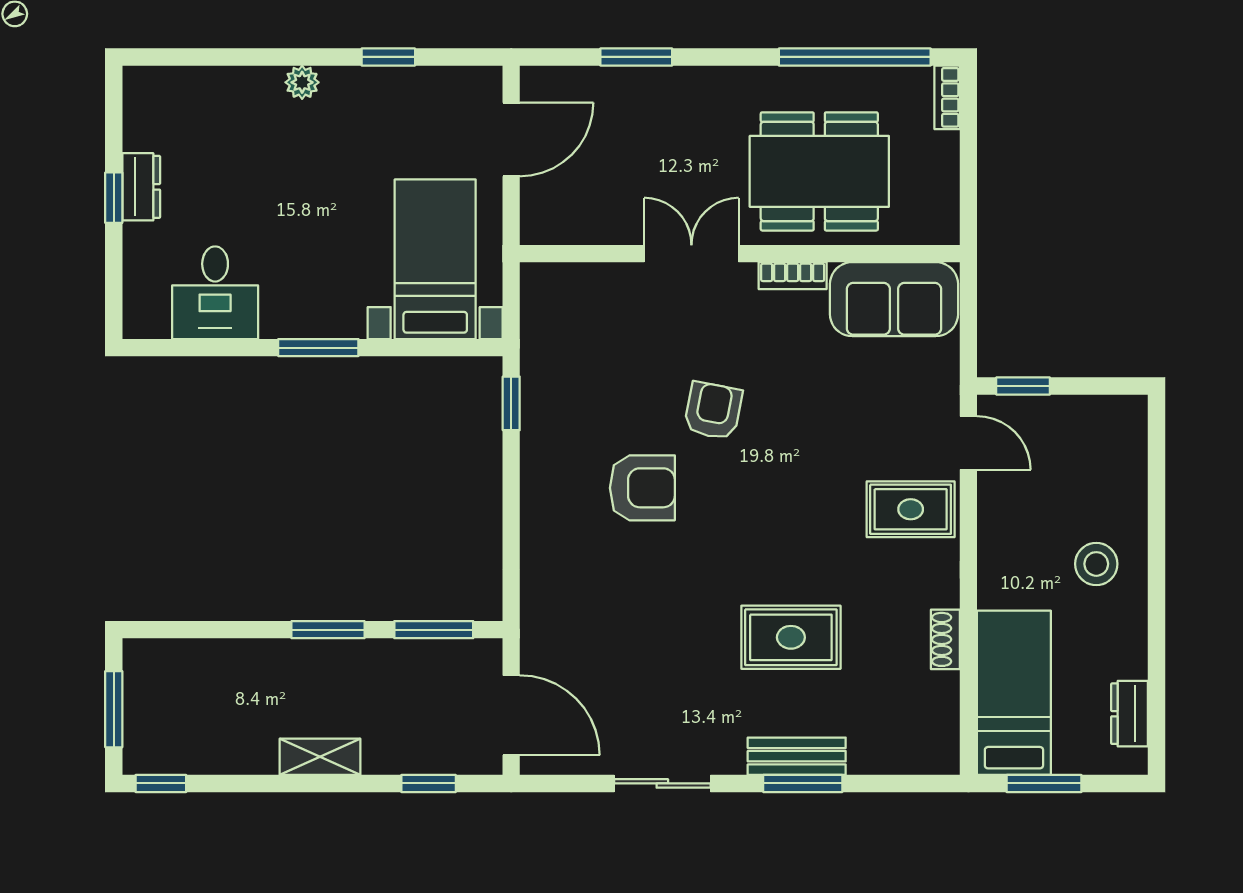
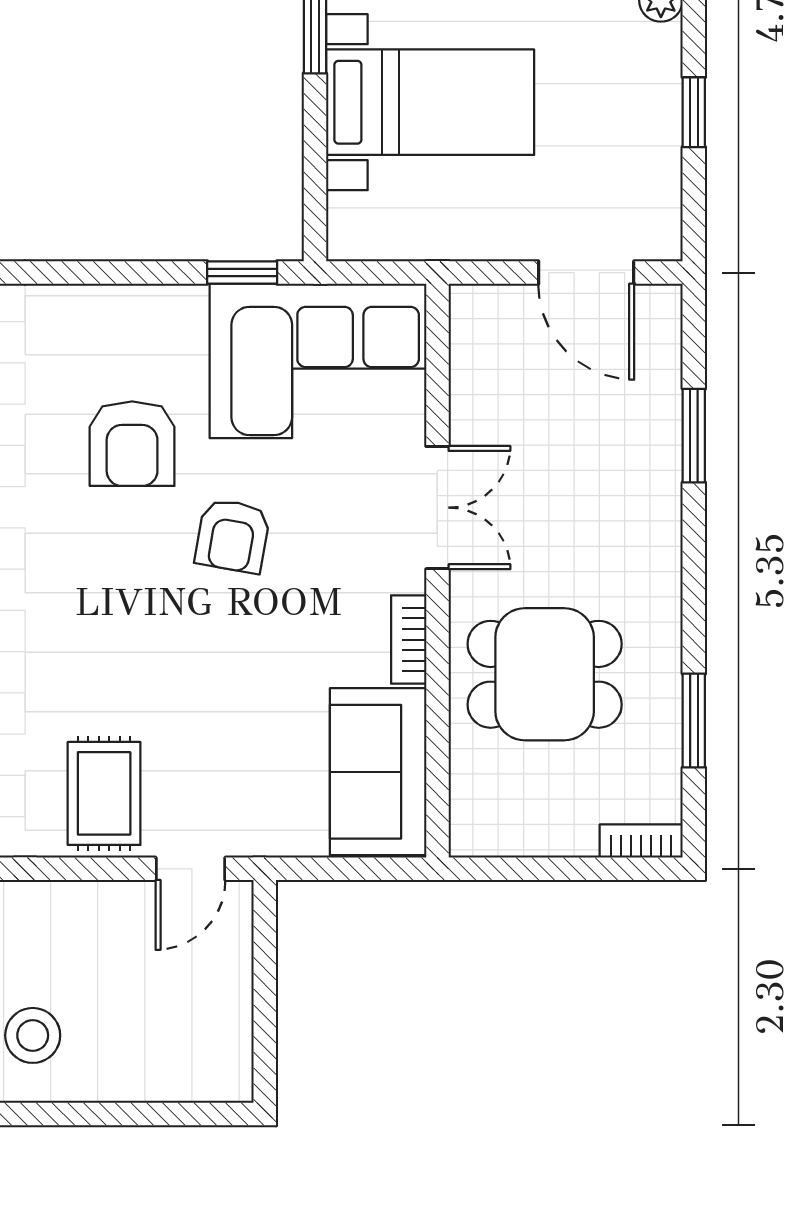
window: (855, 57) -> (694, 721), width x0.47
dining table: (819, 171) -> (545, 674), width x0.73
bed with nightstands: (435, 259) -> (430, 102), moved
corner sofa: (579, 345) -> (318, 361), added
window: (1023, 386) -> (265, 940), removed
armchair: (713, 411) -> (233, 536), turned 89

